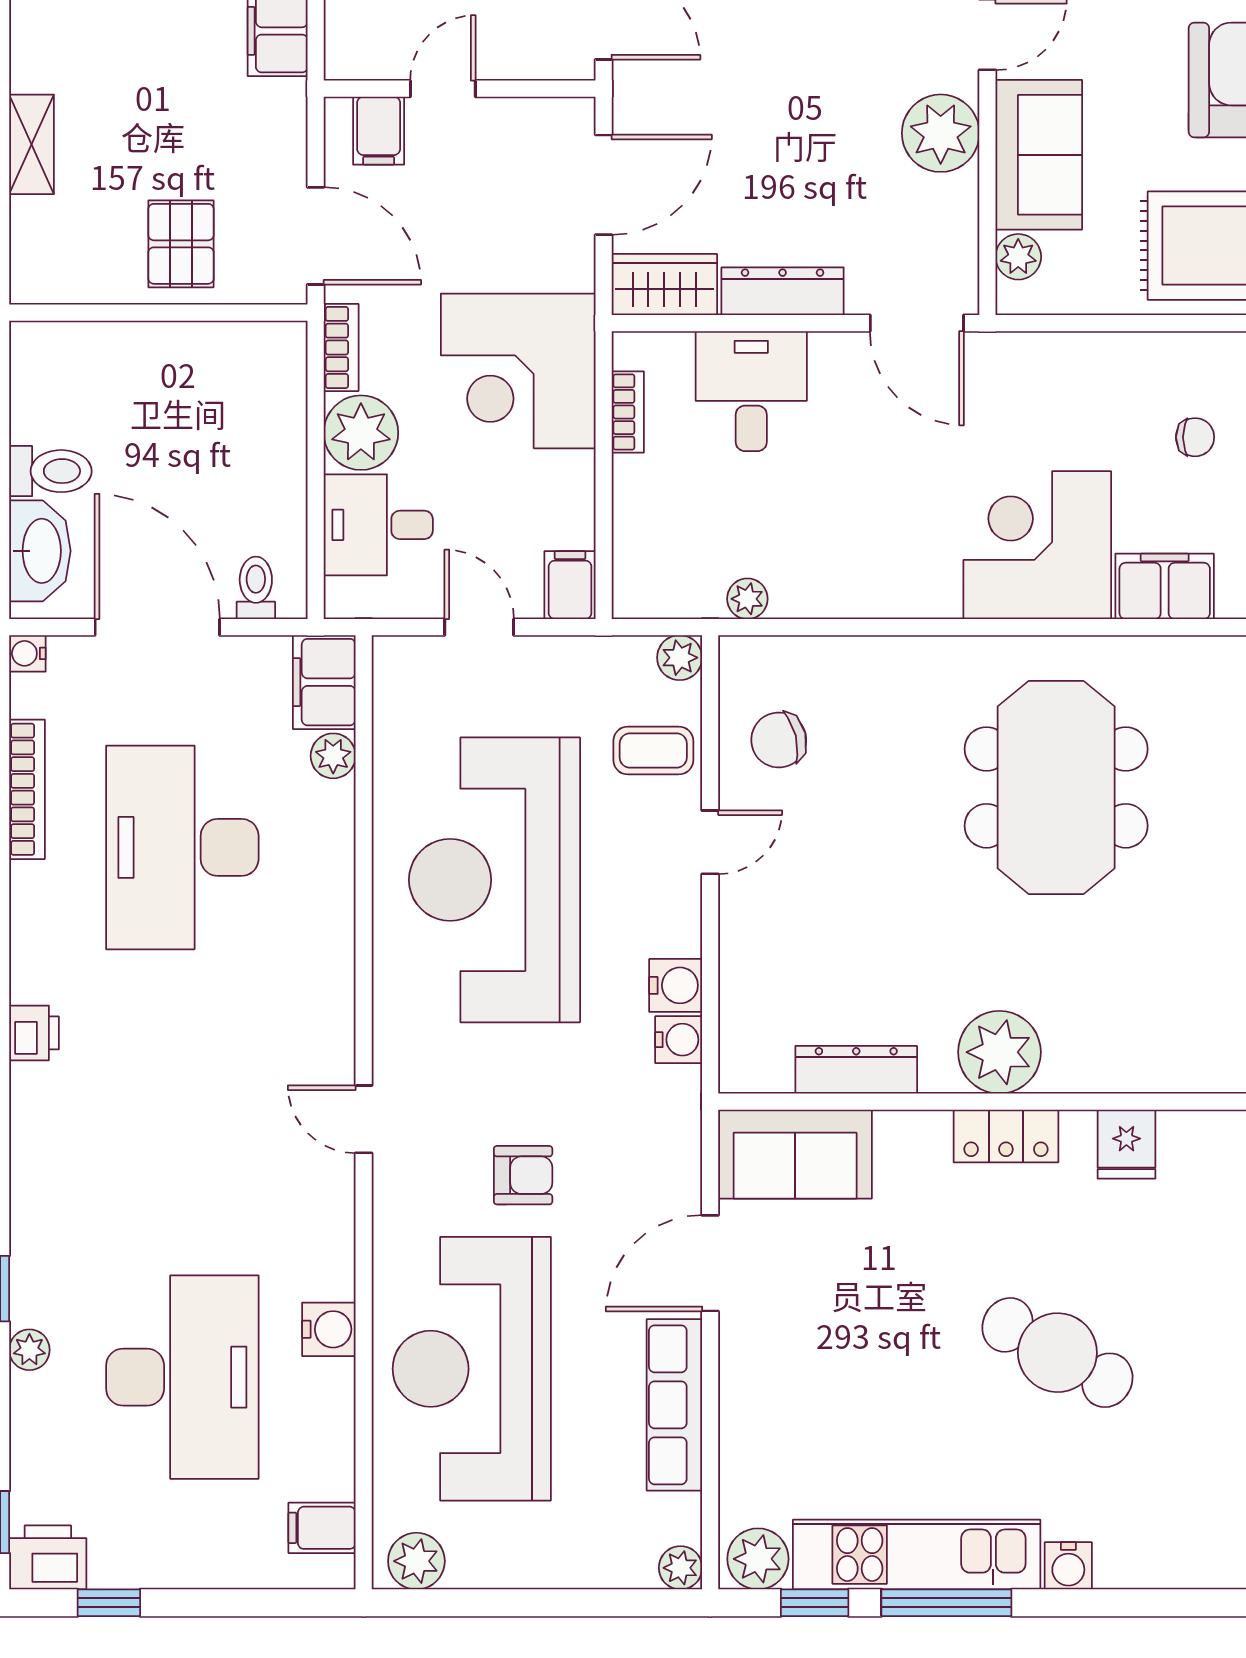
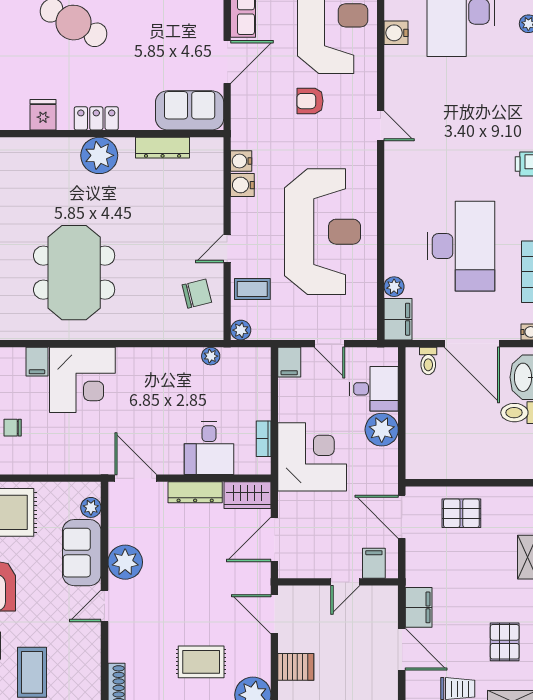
pallet: (181, 244) -> (461, 513), turned 90
bookcase: (341, 347) -> (391, 467), removed
filing cabinet: (1165, 586) -> (37, 362), width x0.50

